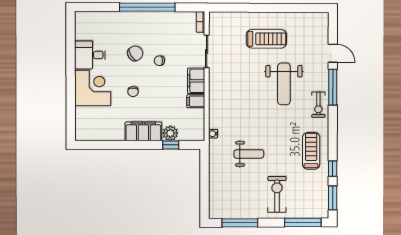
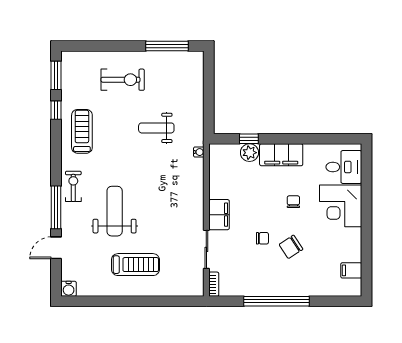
water cooler: (322, 19) -> (69, 289), added
treadmill: (266, 39) -> (135, 265), turned 180
door: (333, 53) -> (56, 248), hinge flipped
desk: (90, 55) -> (344, 167), moved
filing cabinet: (196, 101) -> (351, 270), moved, turned 180
treadmill: (311, 151) -> (82, 131), turned 180
exercise bike: (277, 194) -> (123, 80), turned -90
window: (303, 222) -> (92, 46), removed

